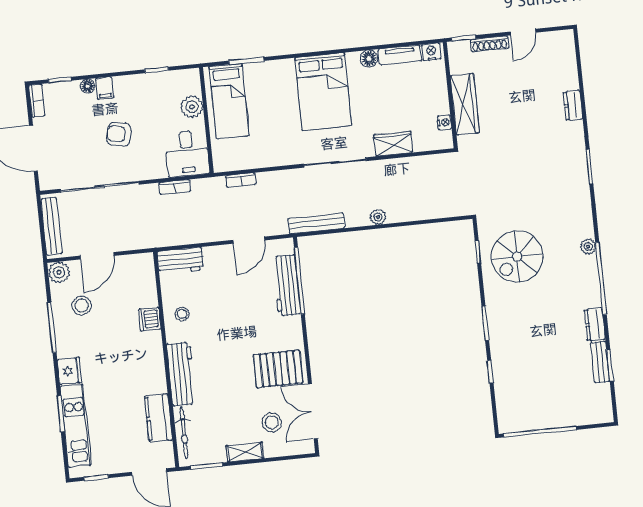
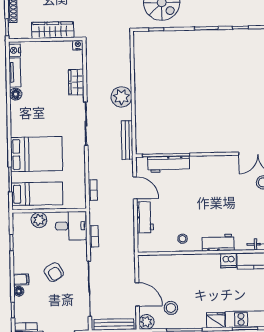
bed: (323, 92) -> (37, 154), moved
nightstand: (444, 122) -> (78, 45), moved
armchair: (119, 134) -> (54, 272), turned -44
plant: (378, 217) -> (121, 97), width x1.88, depth x1.88
workbench: (180, 261) -> (145, 217), moved
dishwasher: (150, 319) -> (228, 261), moved
pallet: (278, 369) -> (226, 175), removed
workbench: (181, 374) -> (218, 243), width x0.73

